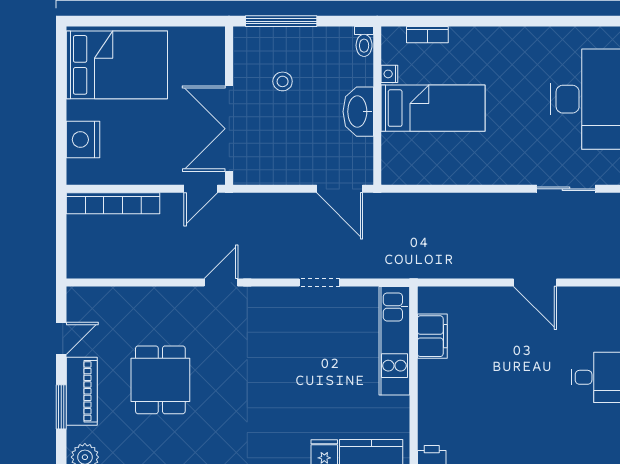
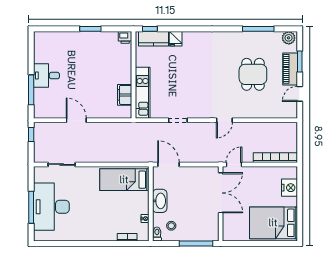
stool: (283, 81) -> (171, 226), moved
bed: (433, 108) -> (124, 180), moved

